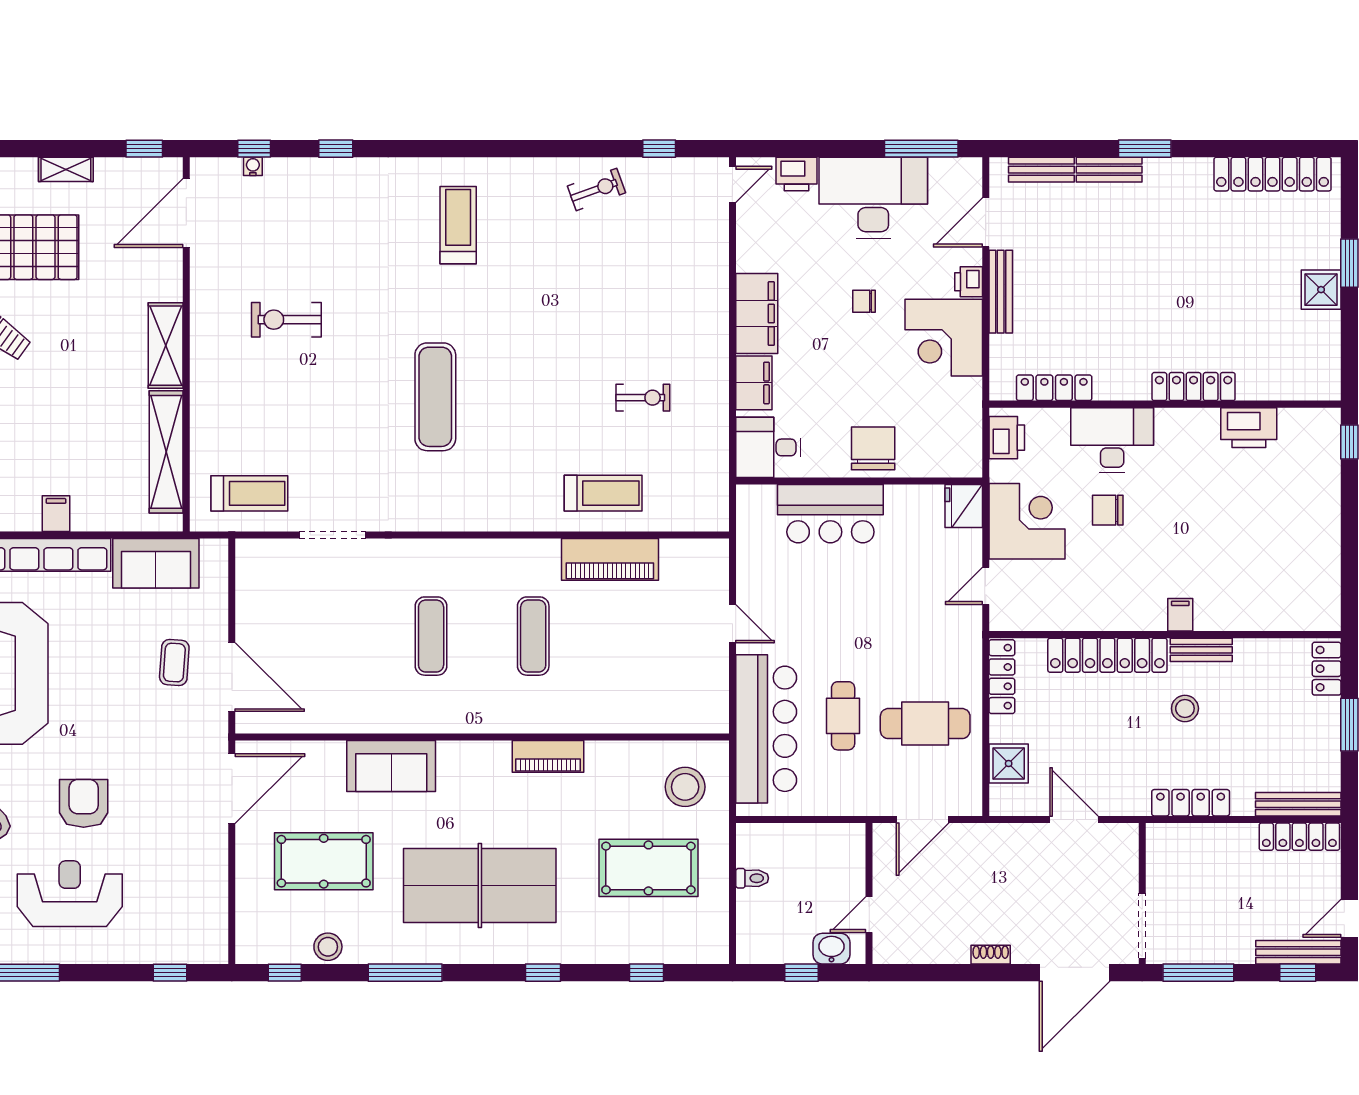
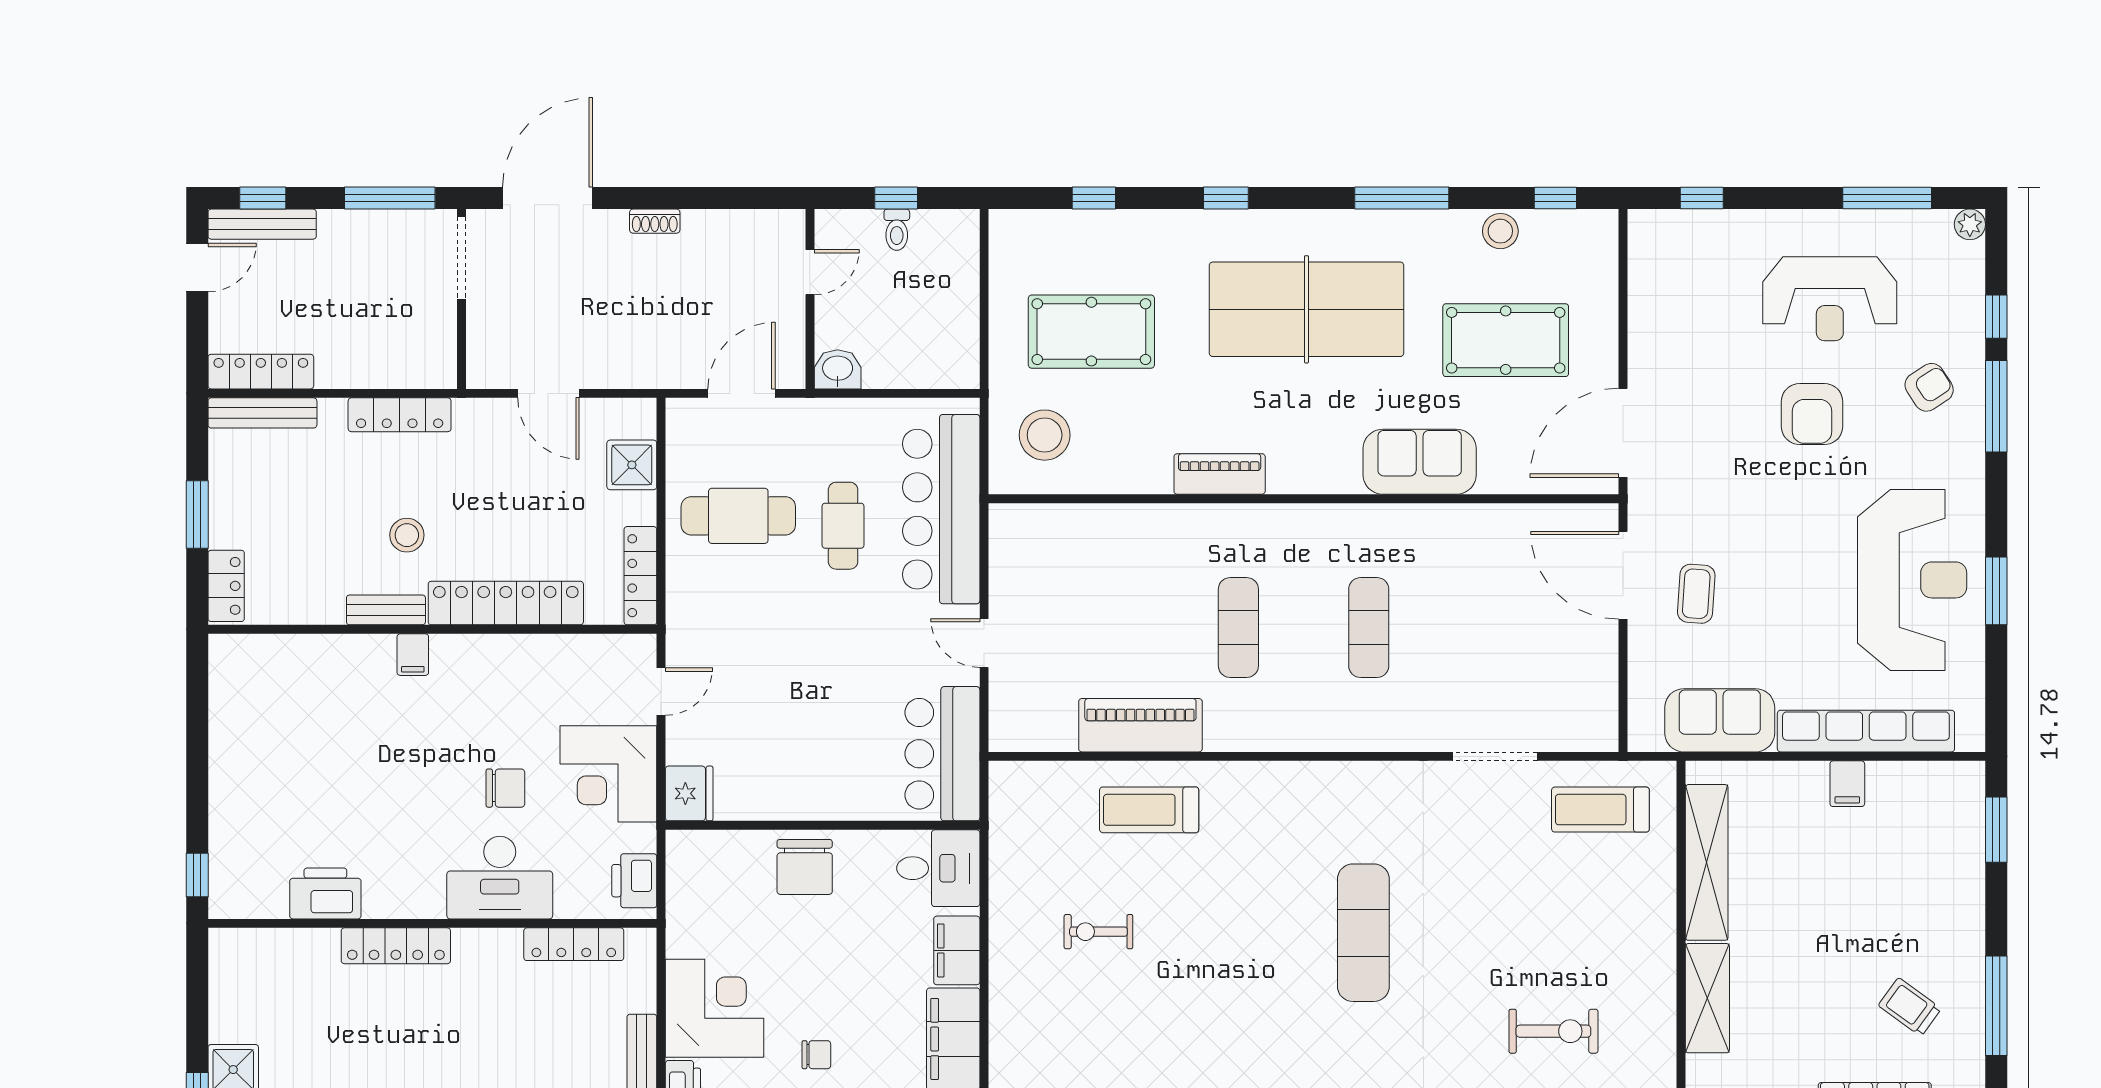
bar counter: (830, 514) -> (942, 754), moved, turned -90
toilet: (752, 878) -> (897, 230), moved, turned -90
washbasin: (831, 949) -> (838, 369), moved, turned 180

